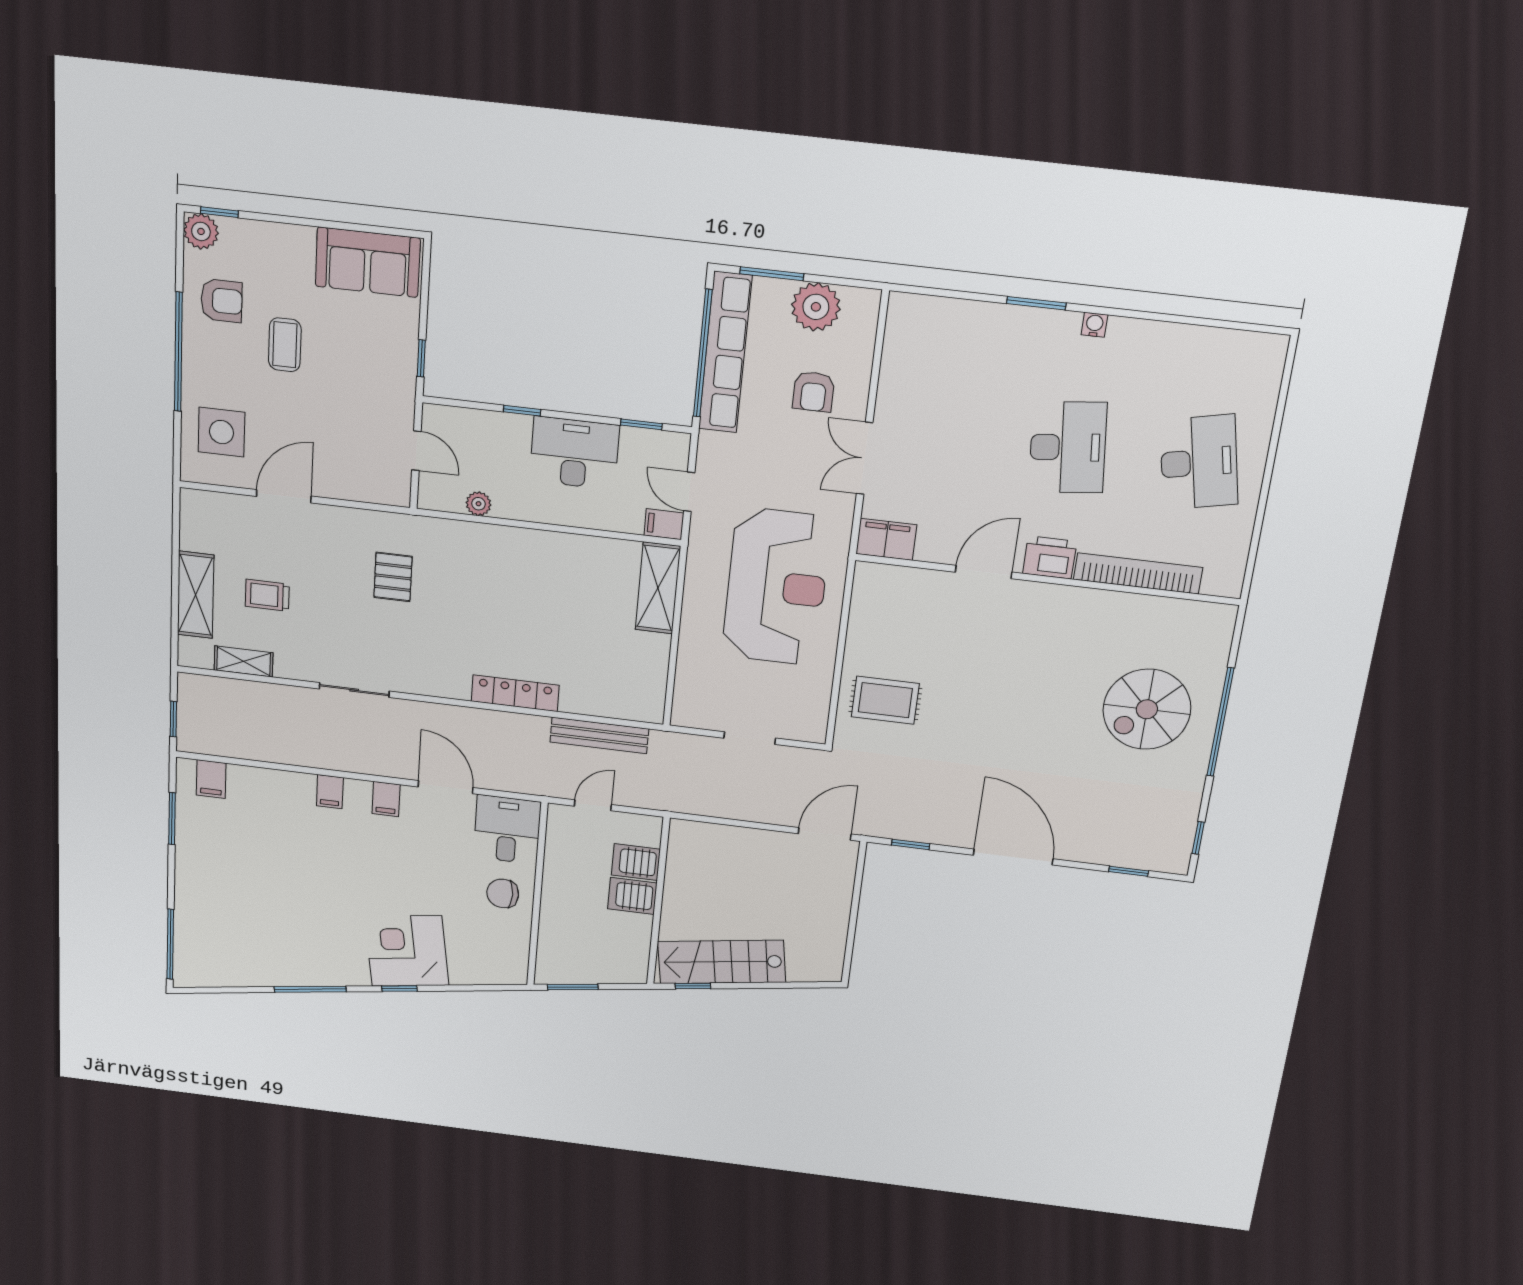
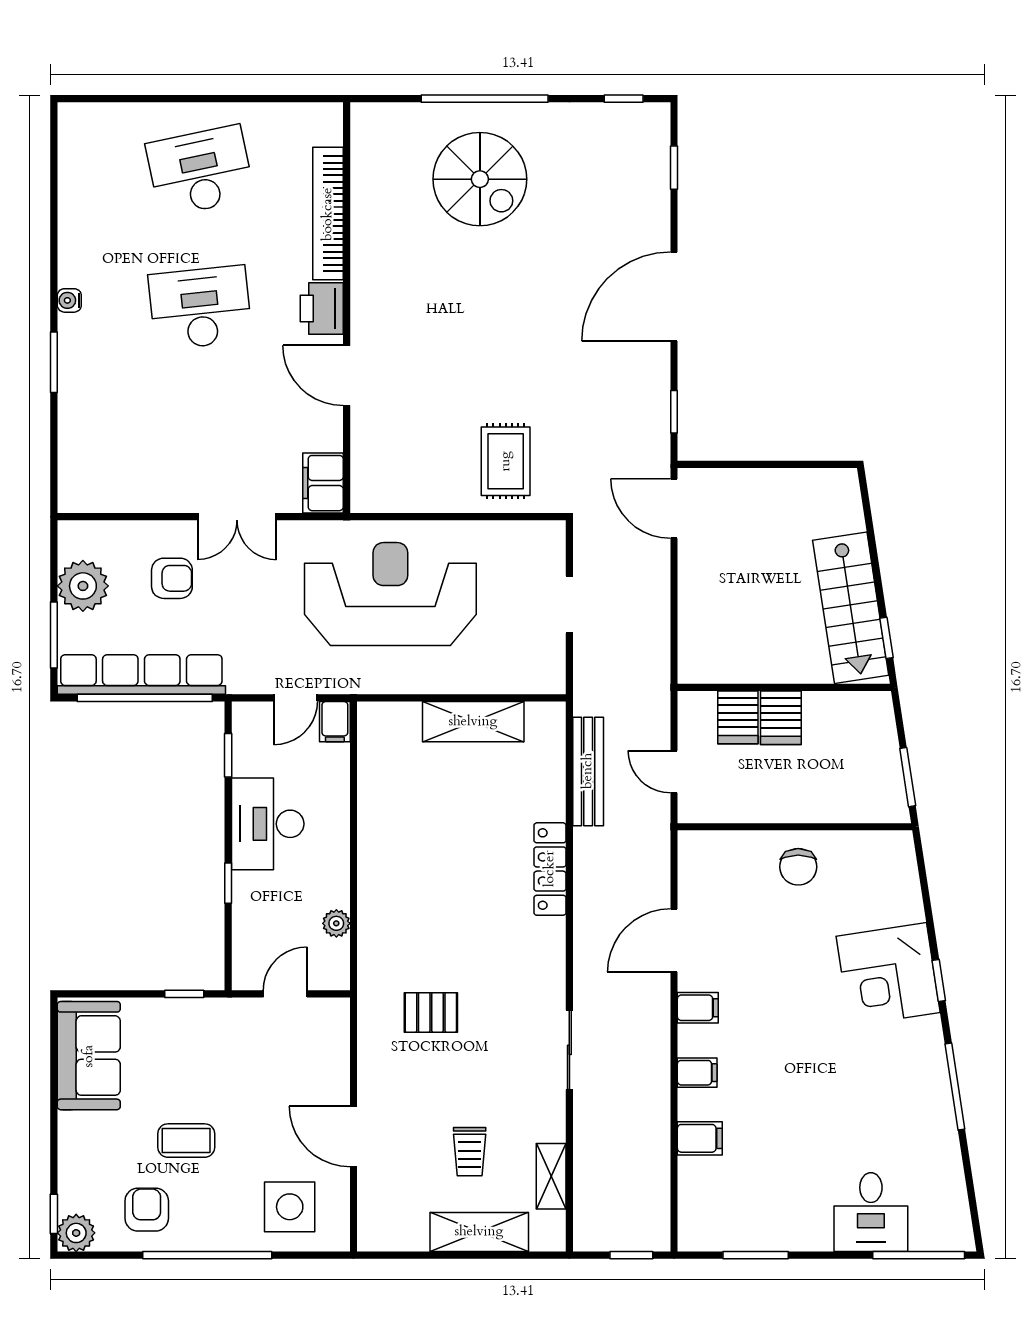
shelving: (658, 588) -> (473, 722), moved
filing cabinet: (211, 779) -> (700, 1138), moved
desk: (507, 830) -> (871, 1212), moved, turned -90

